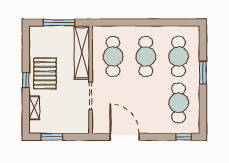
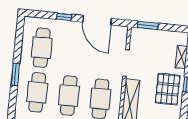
window: (52, 137) -> (148, 25), moved
window: (184, 137) -> (64, 17), moved

